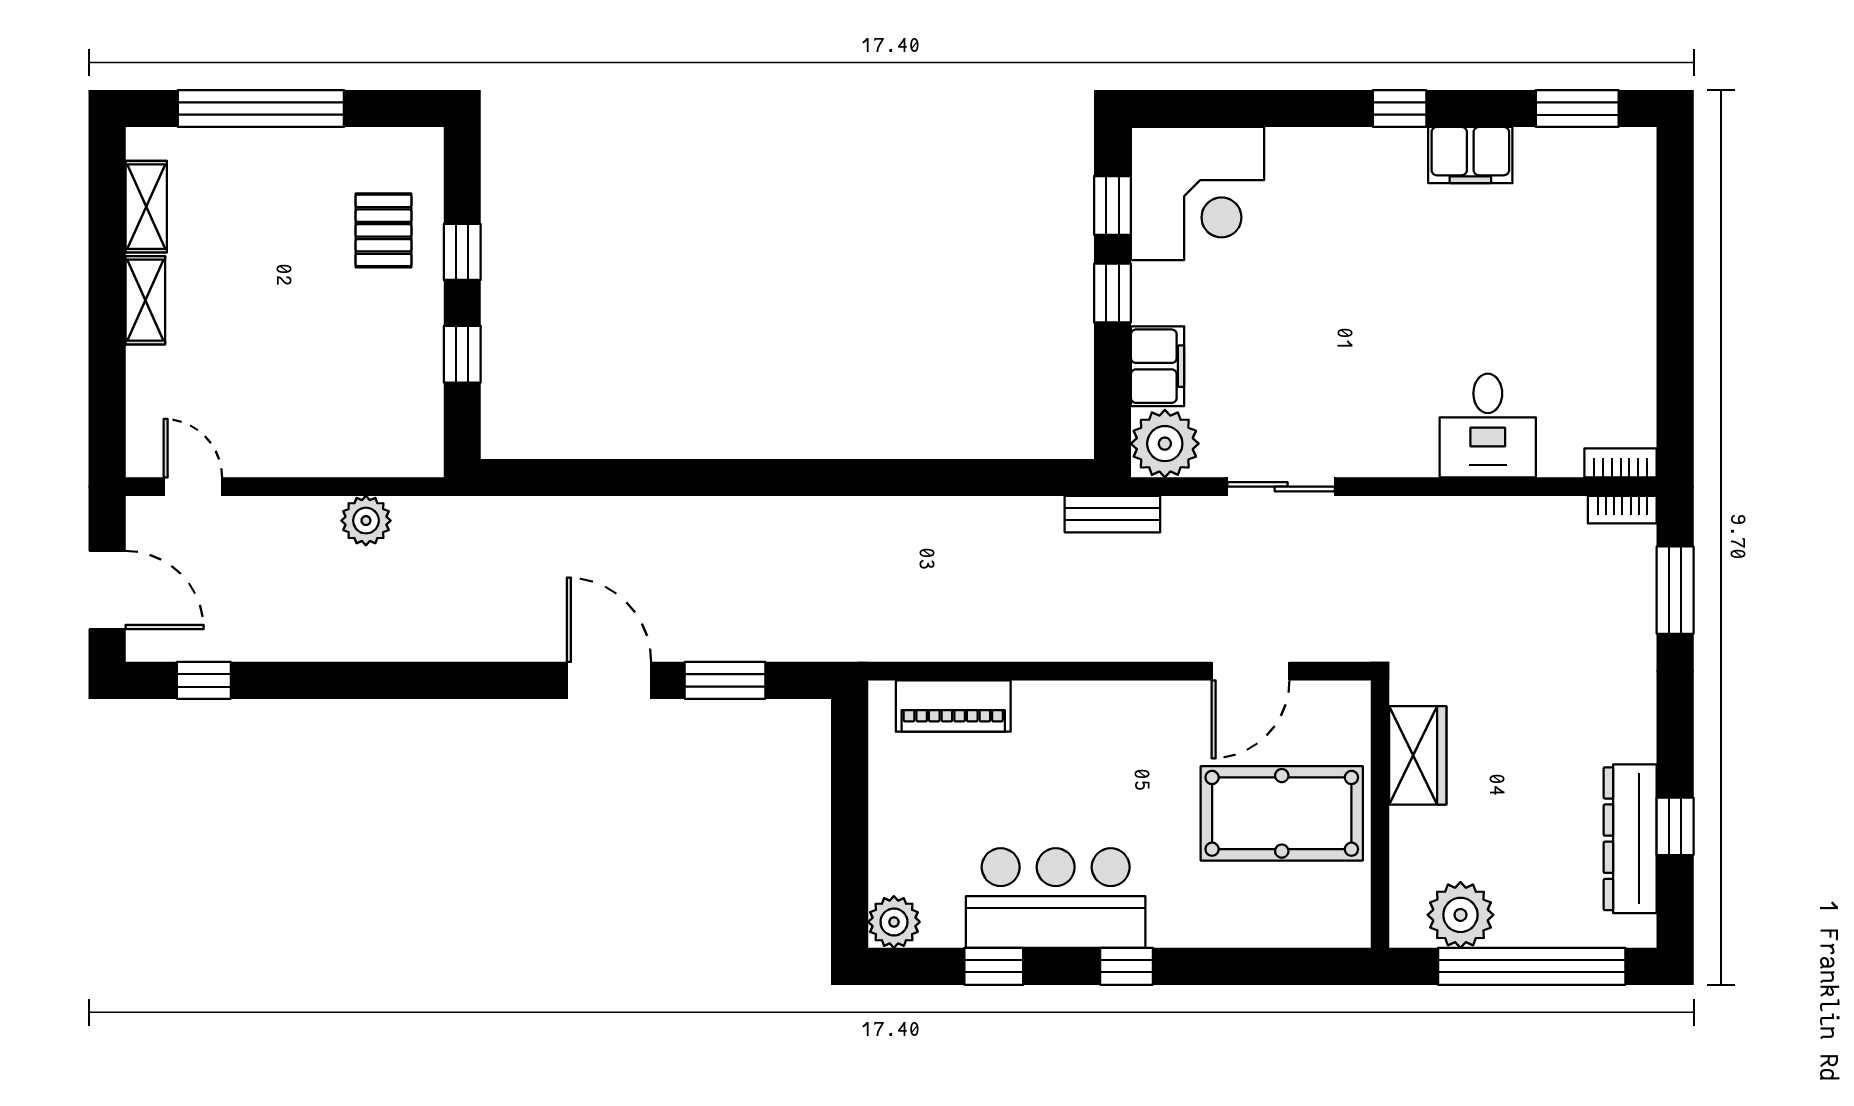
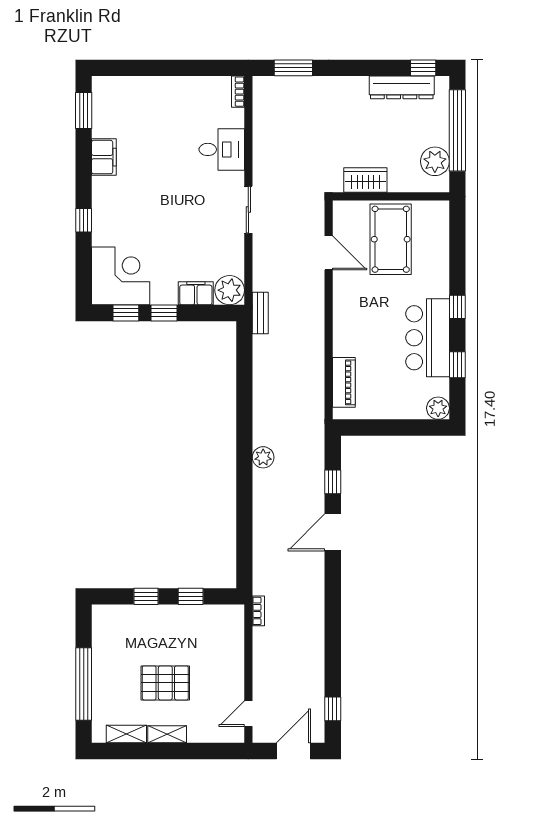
window: (1400, 109) -> (84, 220), moved
pallet: (383, 230) -> (165, 683), moved, width x1.50, depth x1.42
sliding door: (1281, 487) -> (248, 210), moved
bookcase: (1622, 510) -> (258, 611), moved
plant: (366, 521) -> (263, 457), moved
window: (725, 680) -> (333, 482), width x0.67
window: (1675, 826) -> (423, 68), moved

